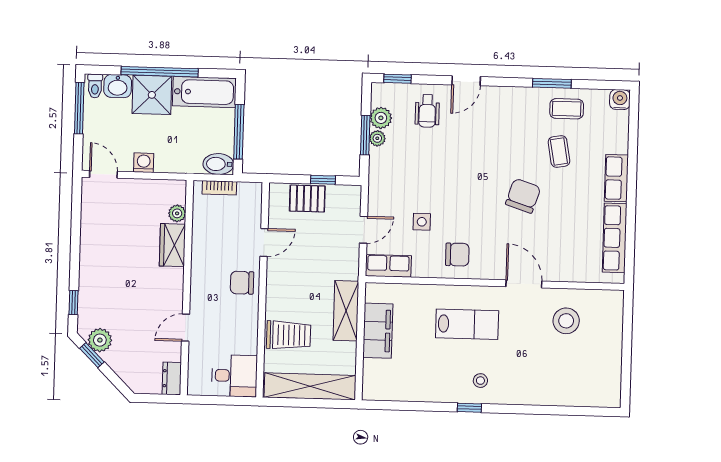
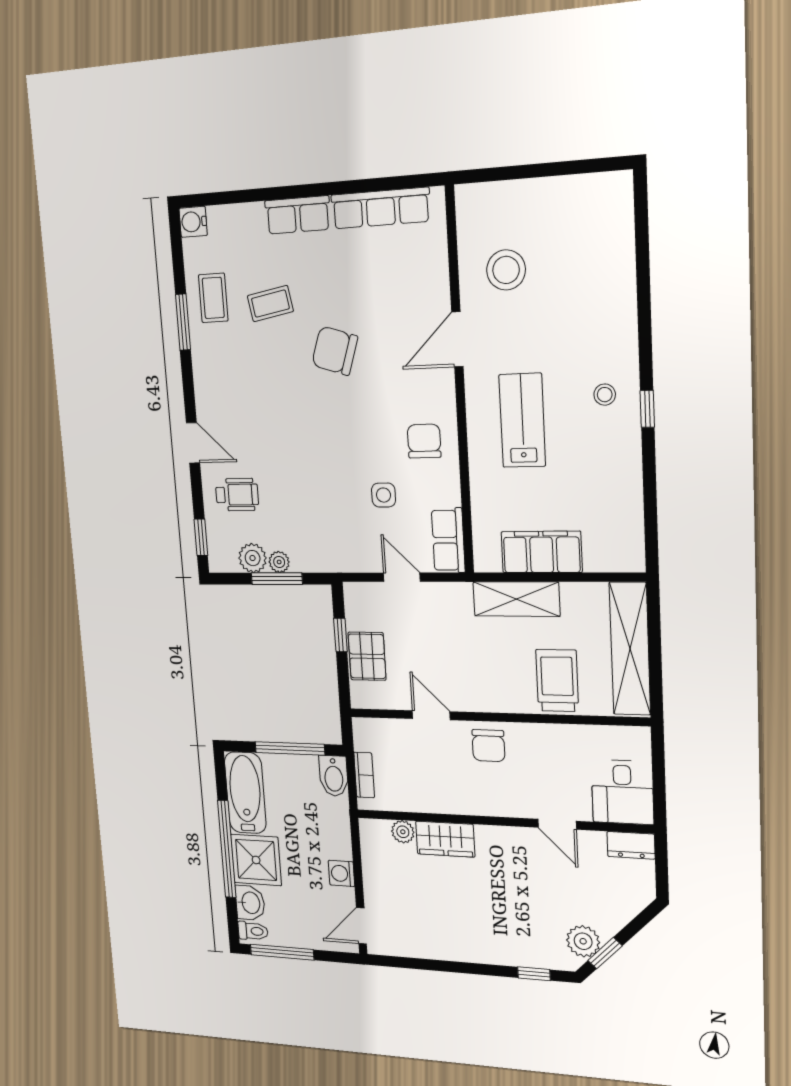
desk: (234, 376) -> (622, 792), moved, turned 180

